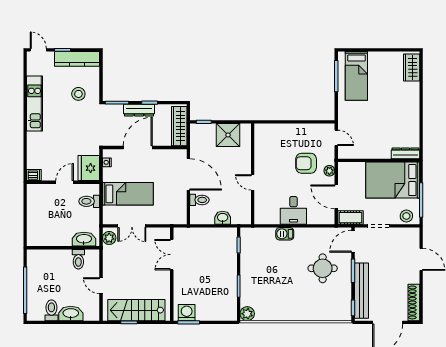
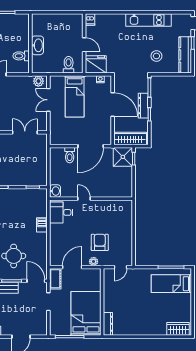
shower: (228, 135) -> (123, 157), moved
door: (253, 182) -> (84, 199), hinge flipped
desk: (293, 210) -> (61, 212), moved
stool: (406, 216) -> (56, 325), removed
washbasin: (223, 218) -> (55, 191), moved
washbasin: (84, 239) -> (38, 45), moved

